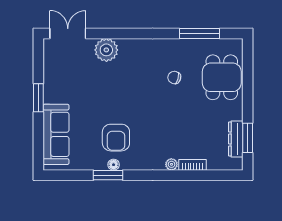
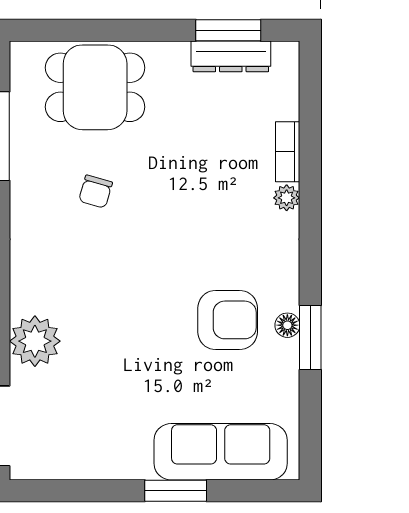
window: (38, 98) -> (176, 491), moved

